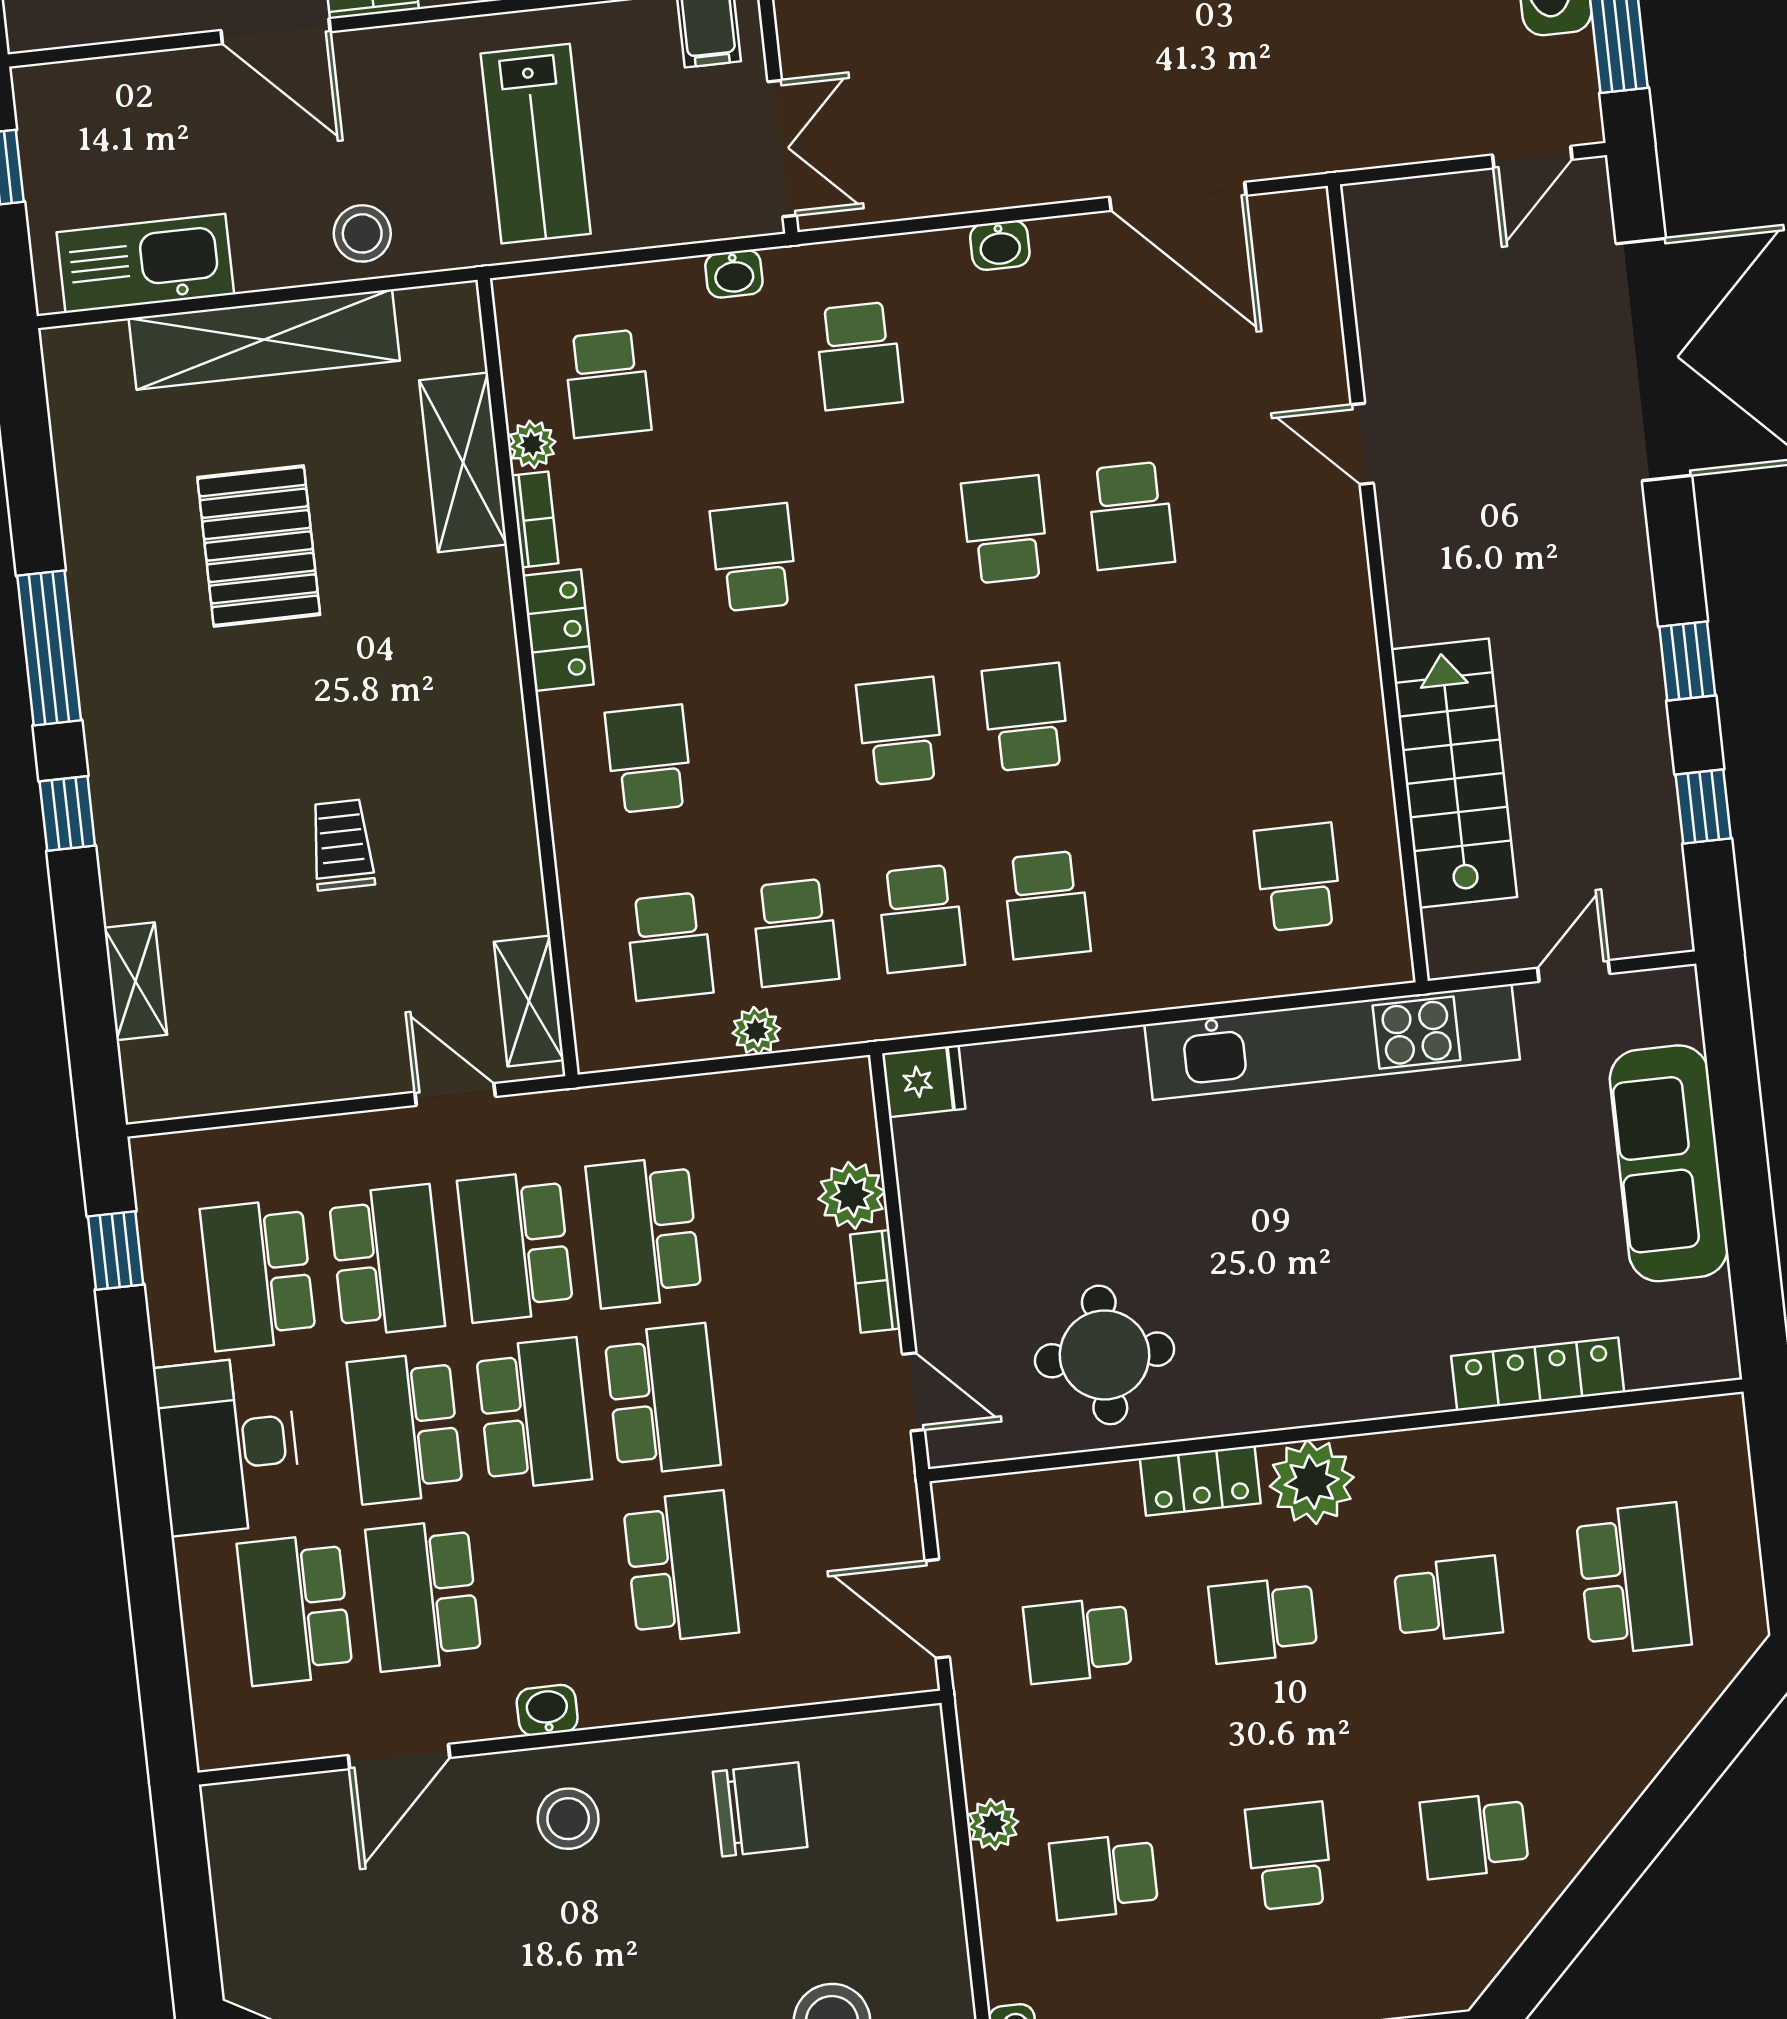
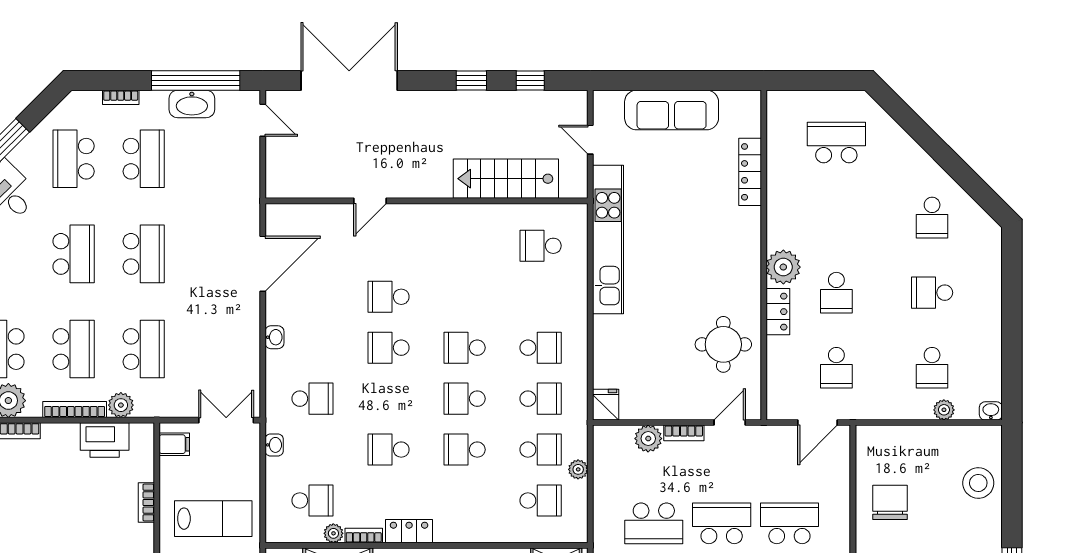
school desk: (1131, 516) -> (389, 297), turned 180
school desk: (649, 759) -> (465, 450), moved
school desk: (1448, 1599) -> (836, 218), removed
plant: (993, 1824) -> (944, 410), moved

